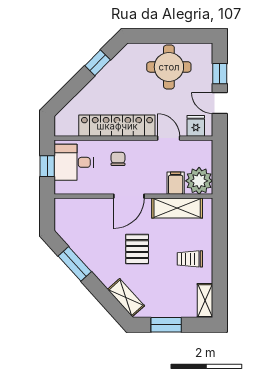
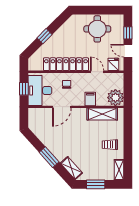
window: (98, 63) -> (44, 36), moved
desk: (74, 162) -> (40, 91), width x1.37
filing cabinet: (176, 183) -> (90, 99), moved
door: (129, 196) -> (62, 107), moved
pallet: (137, 249) -> (78, 139), removed
window: (75, 264) -> (49, 157), moved

